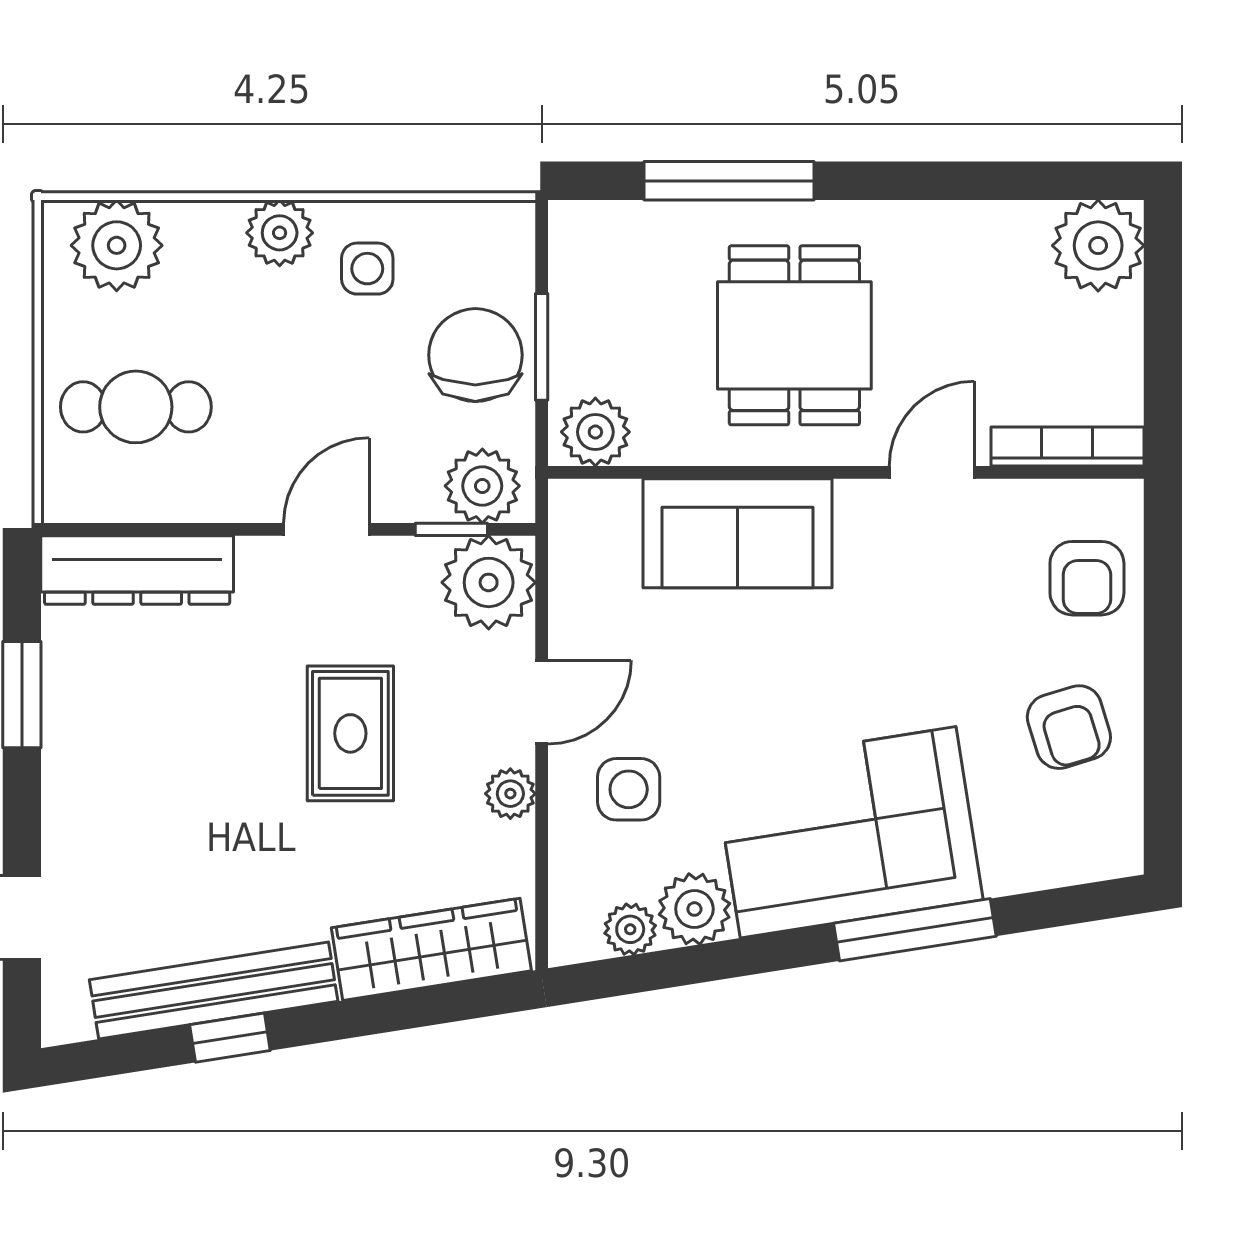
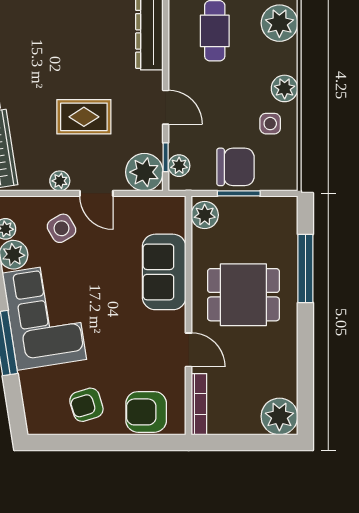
plant: (482, 486) -> (179, 166), width x0.73, depth x0.73
armchair: (1087, 578) -> (146, 412), width x1.38, depth x1.38
side table: (629, 789) -> (62, 228), turned -31

